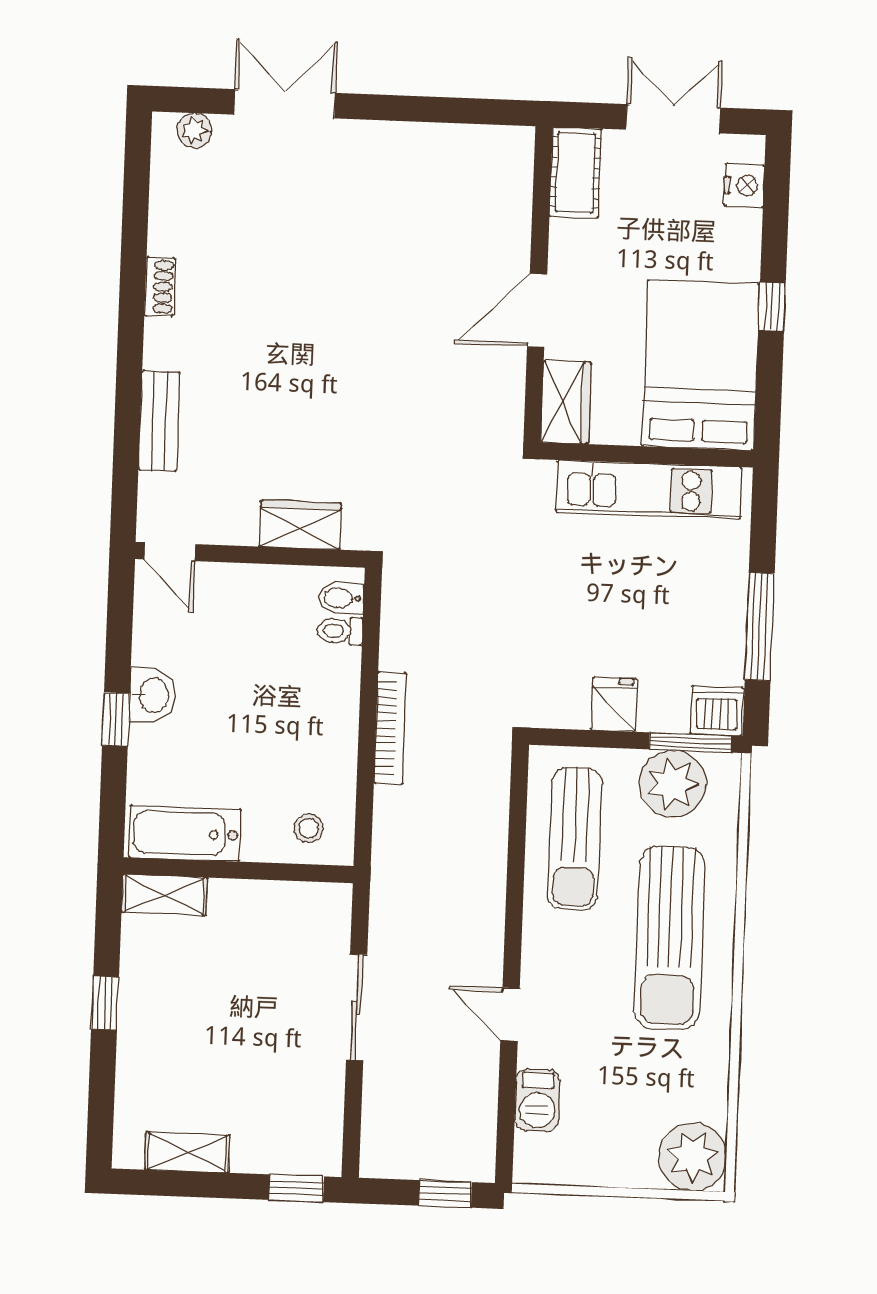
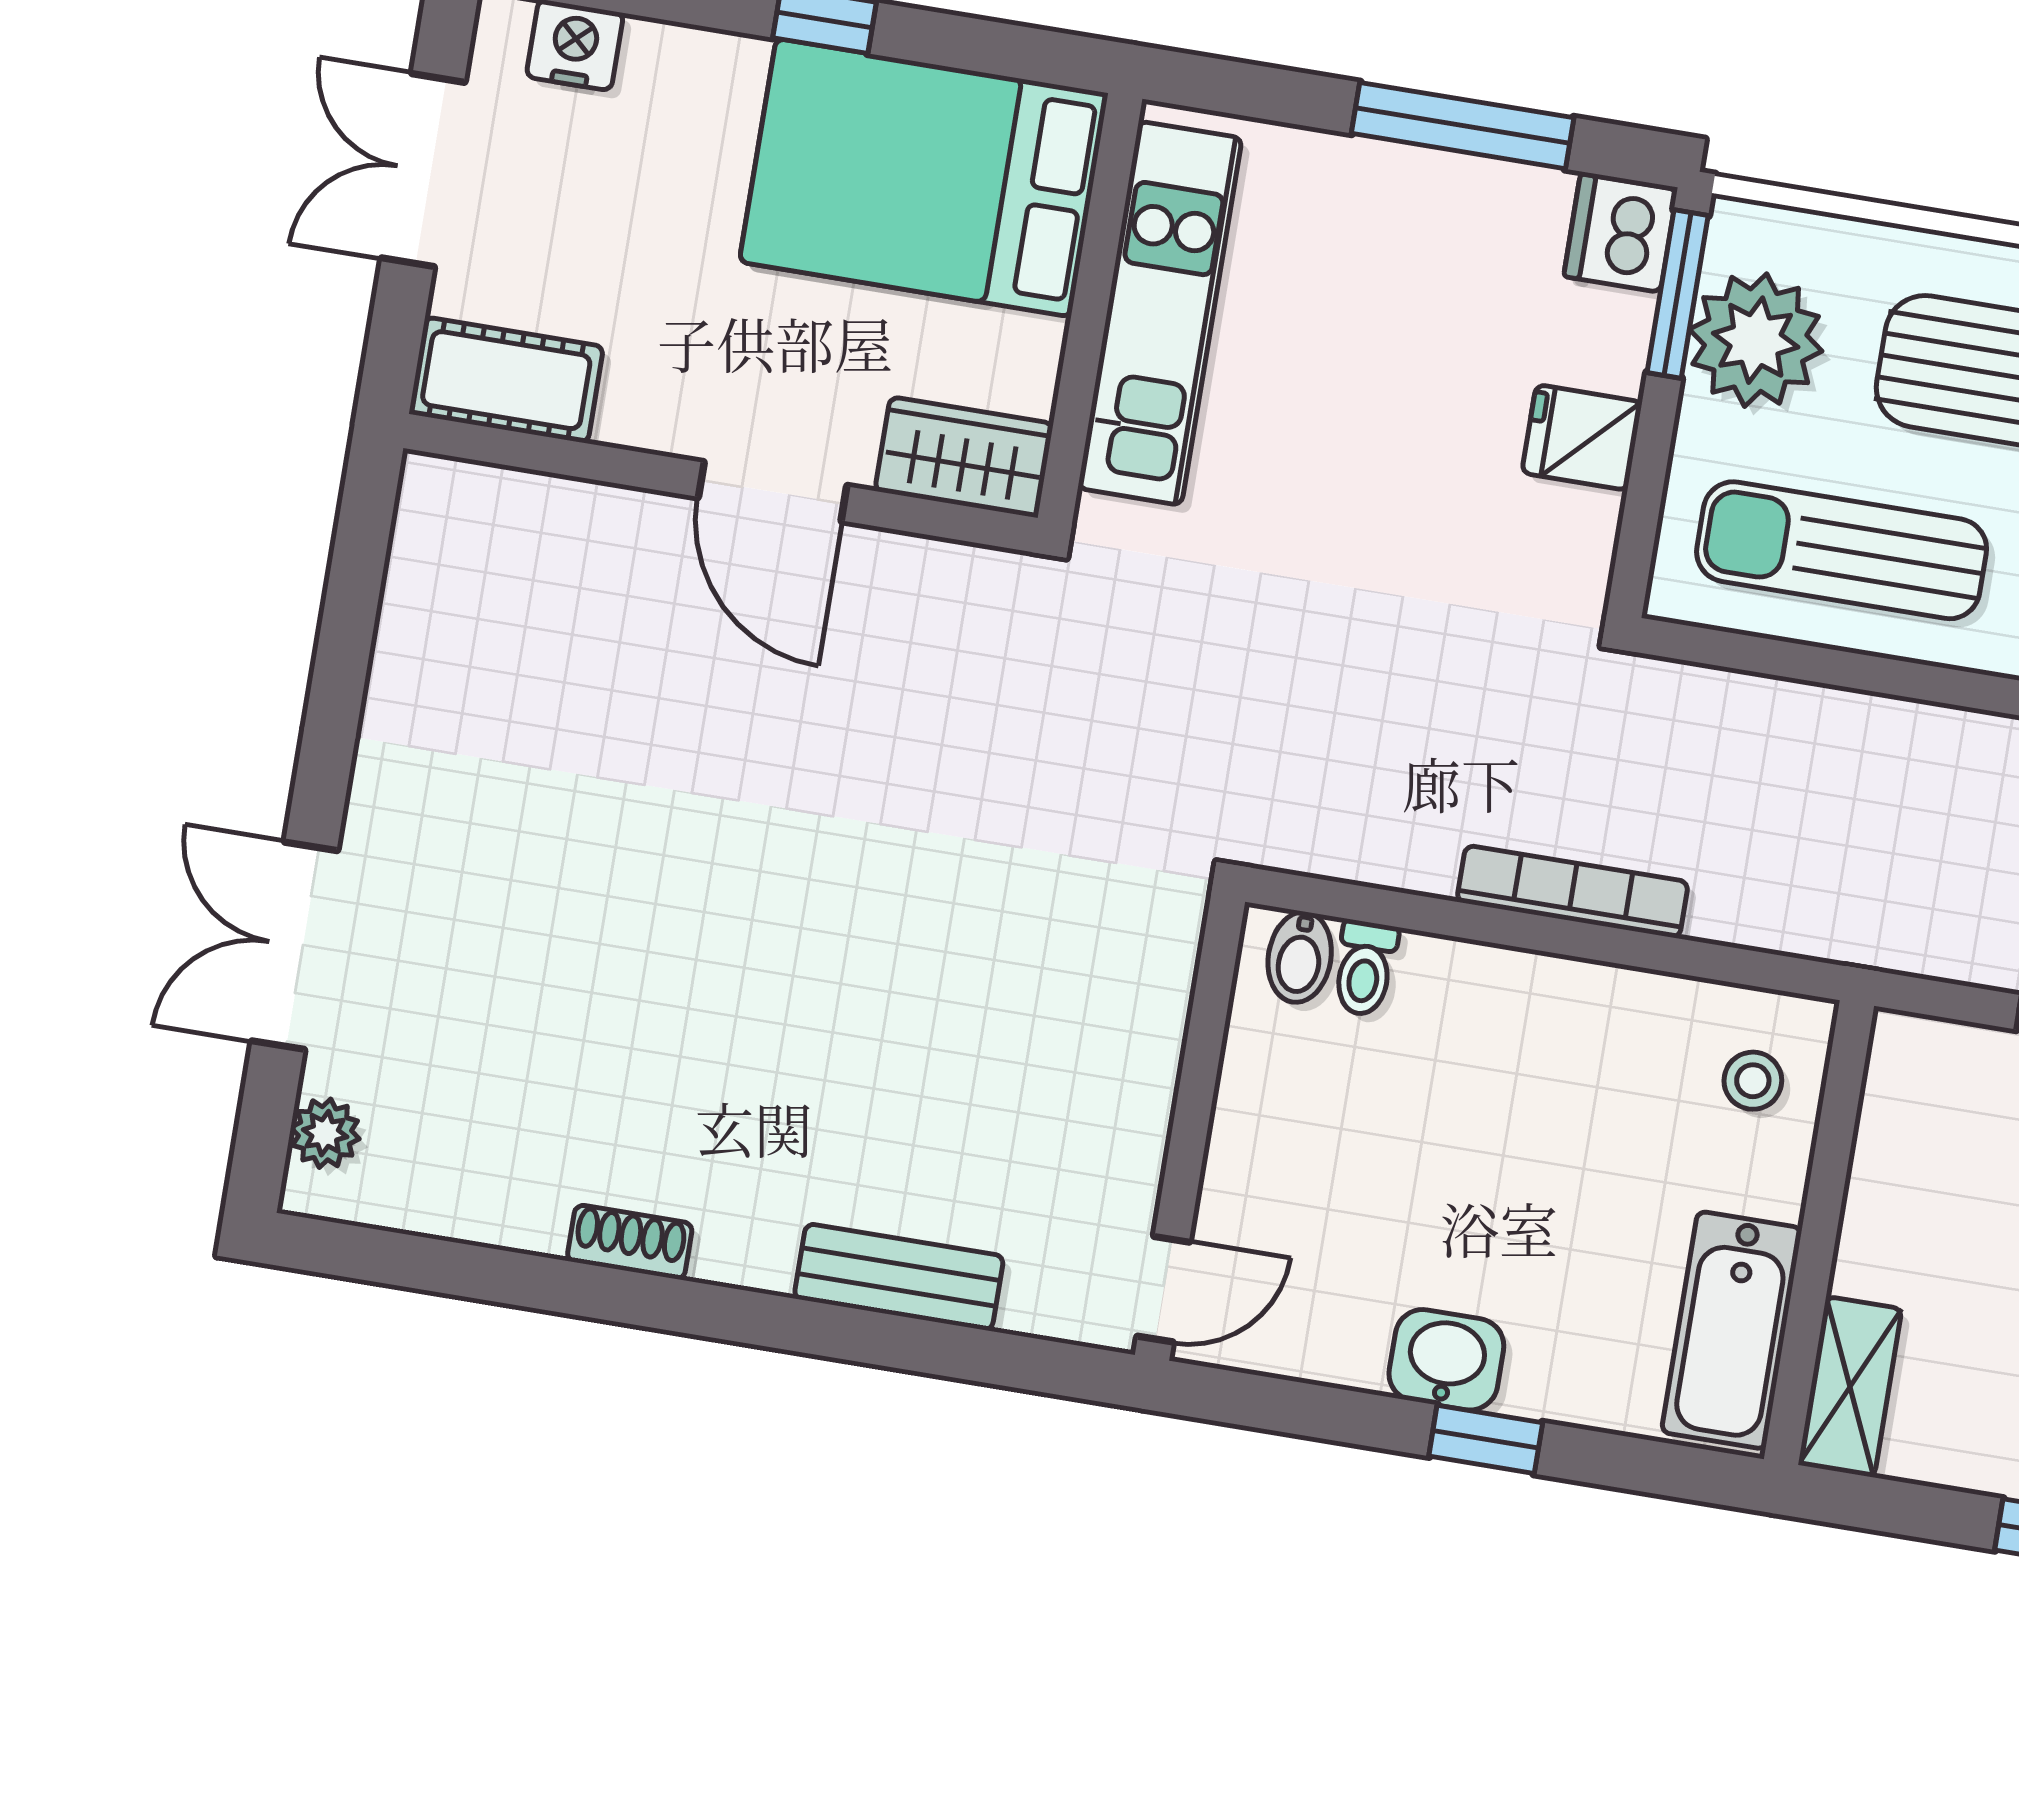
wardrobe: (300, 525) -> (1143, 1021), removed
sun lounger: (575, 839) -> (1842, 550), turned 180

